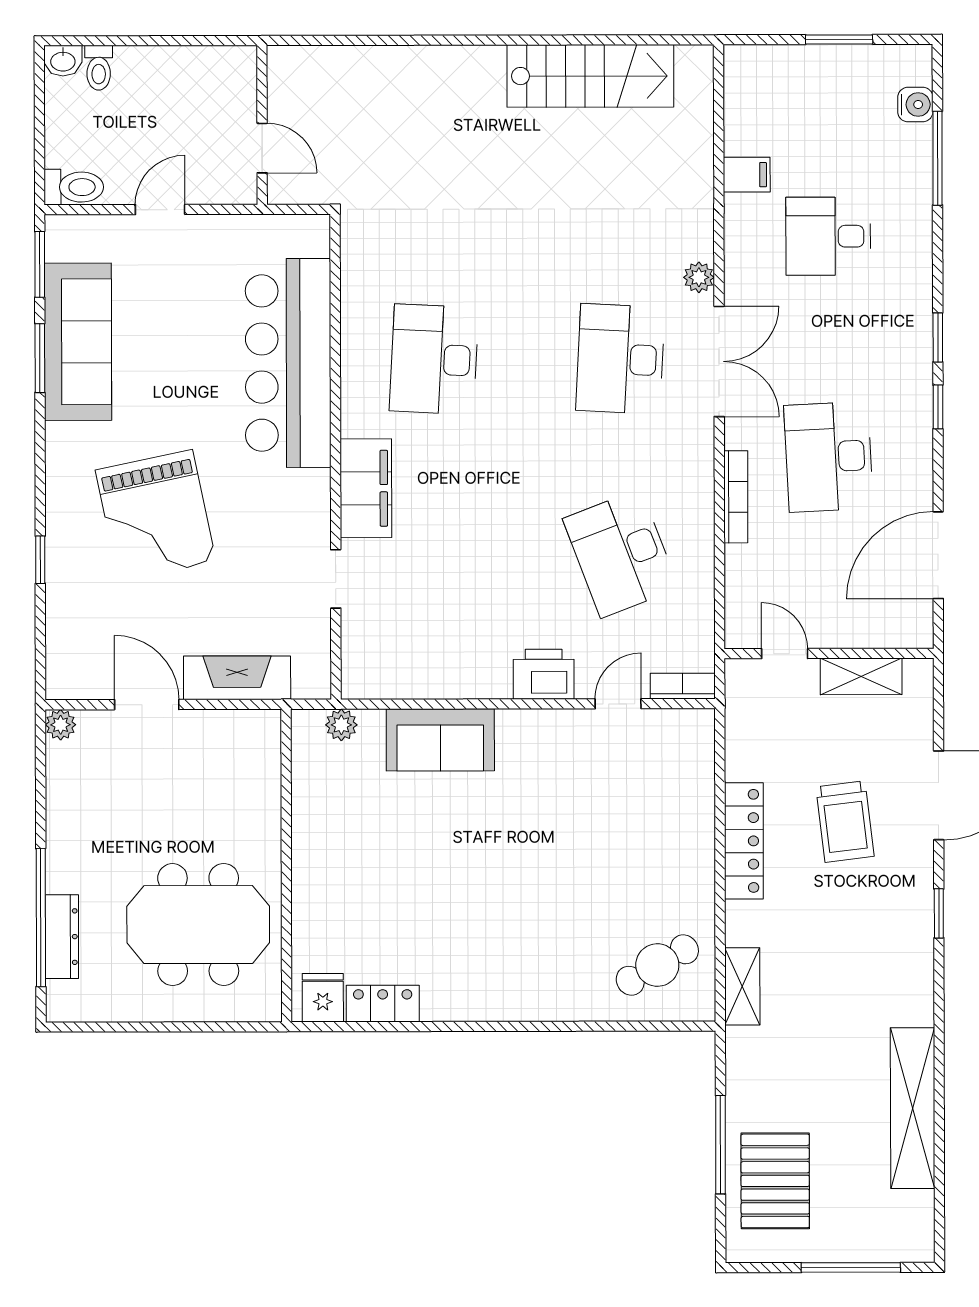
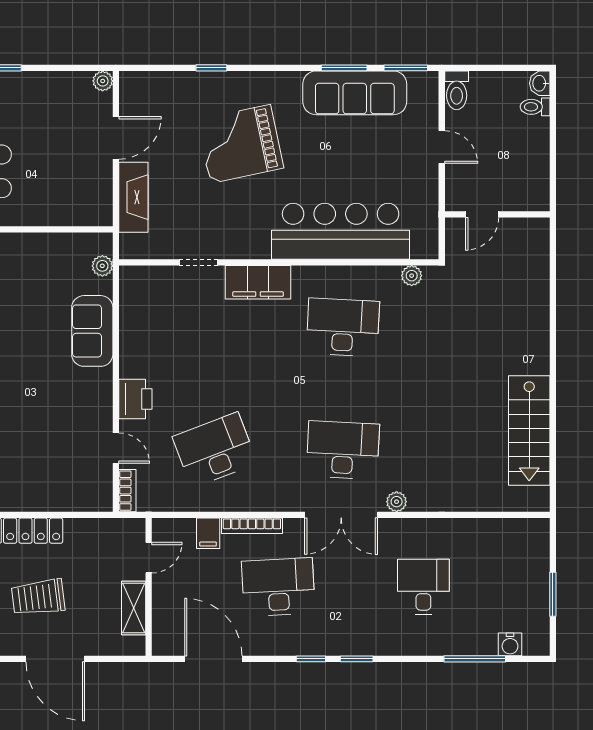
filing cabinet: (747, 175) -> (208, 533), moved
plant: (355, 255) -> (412, 276), added

